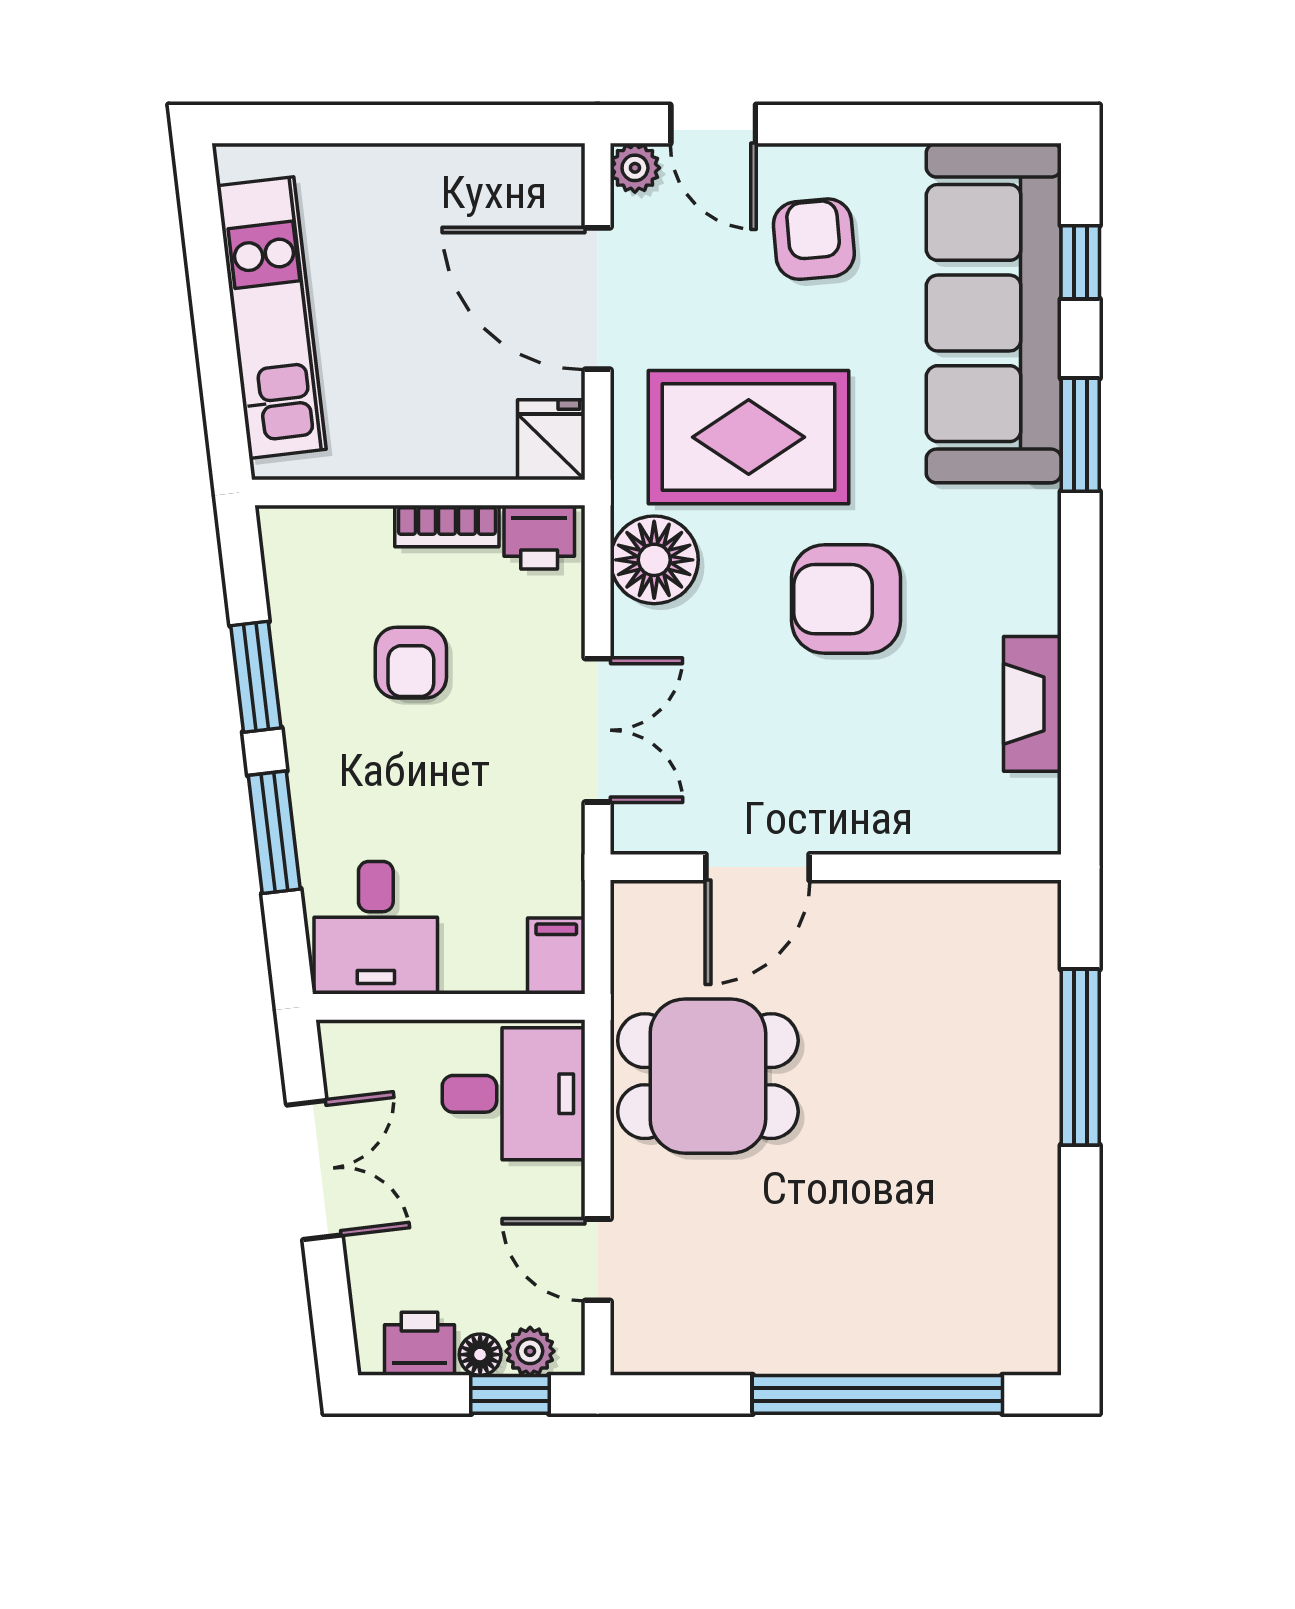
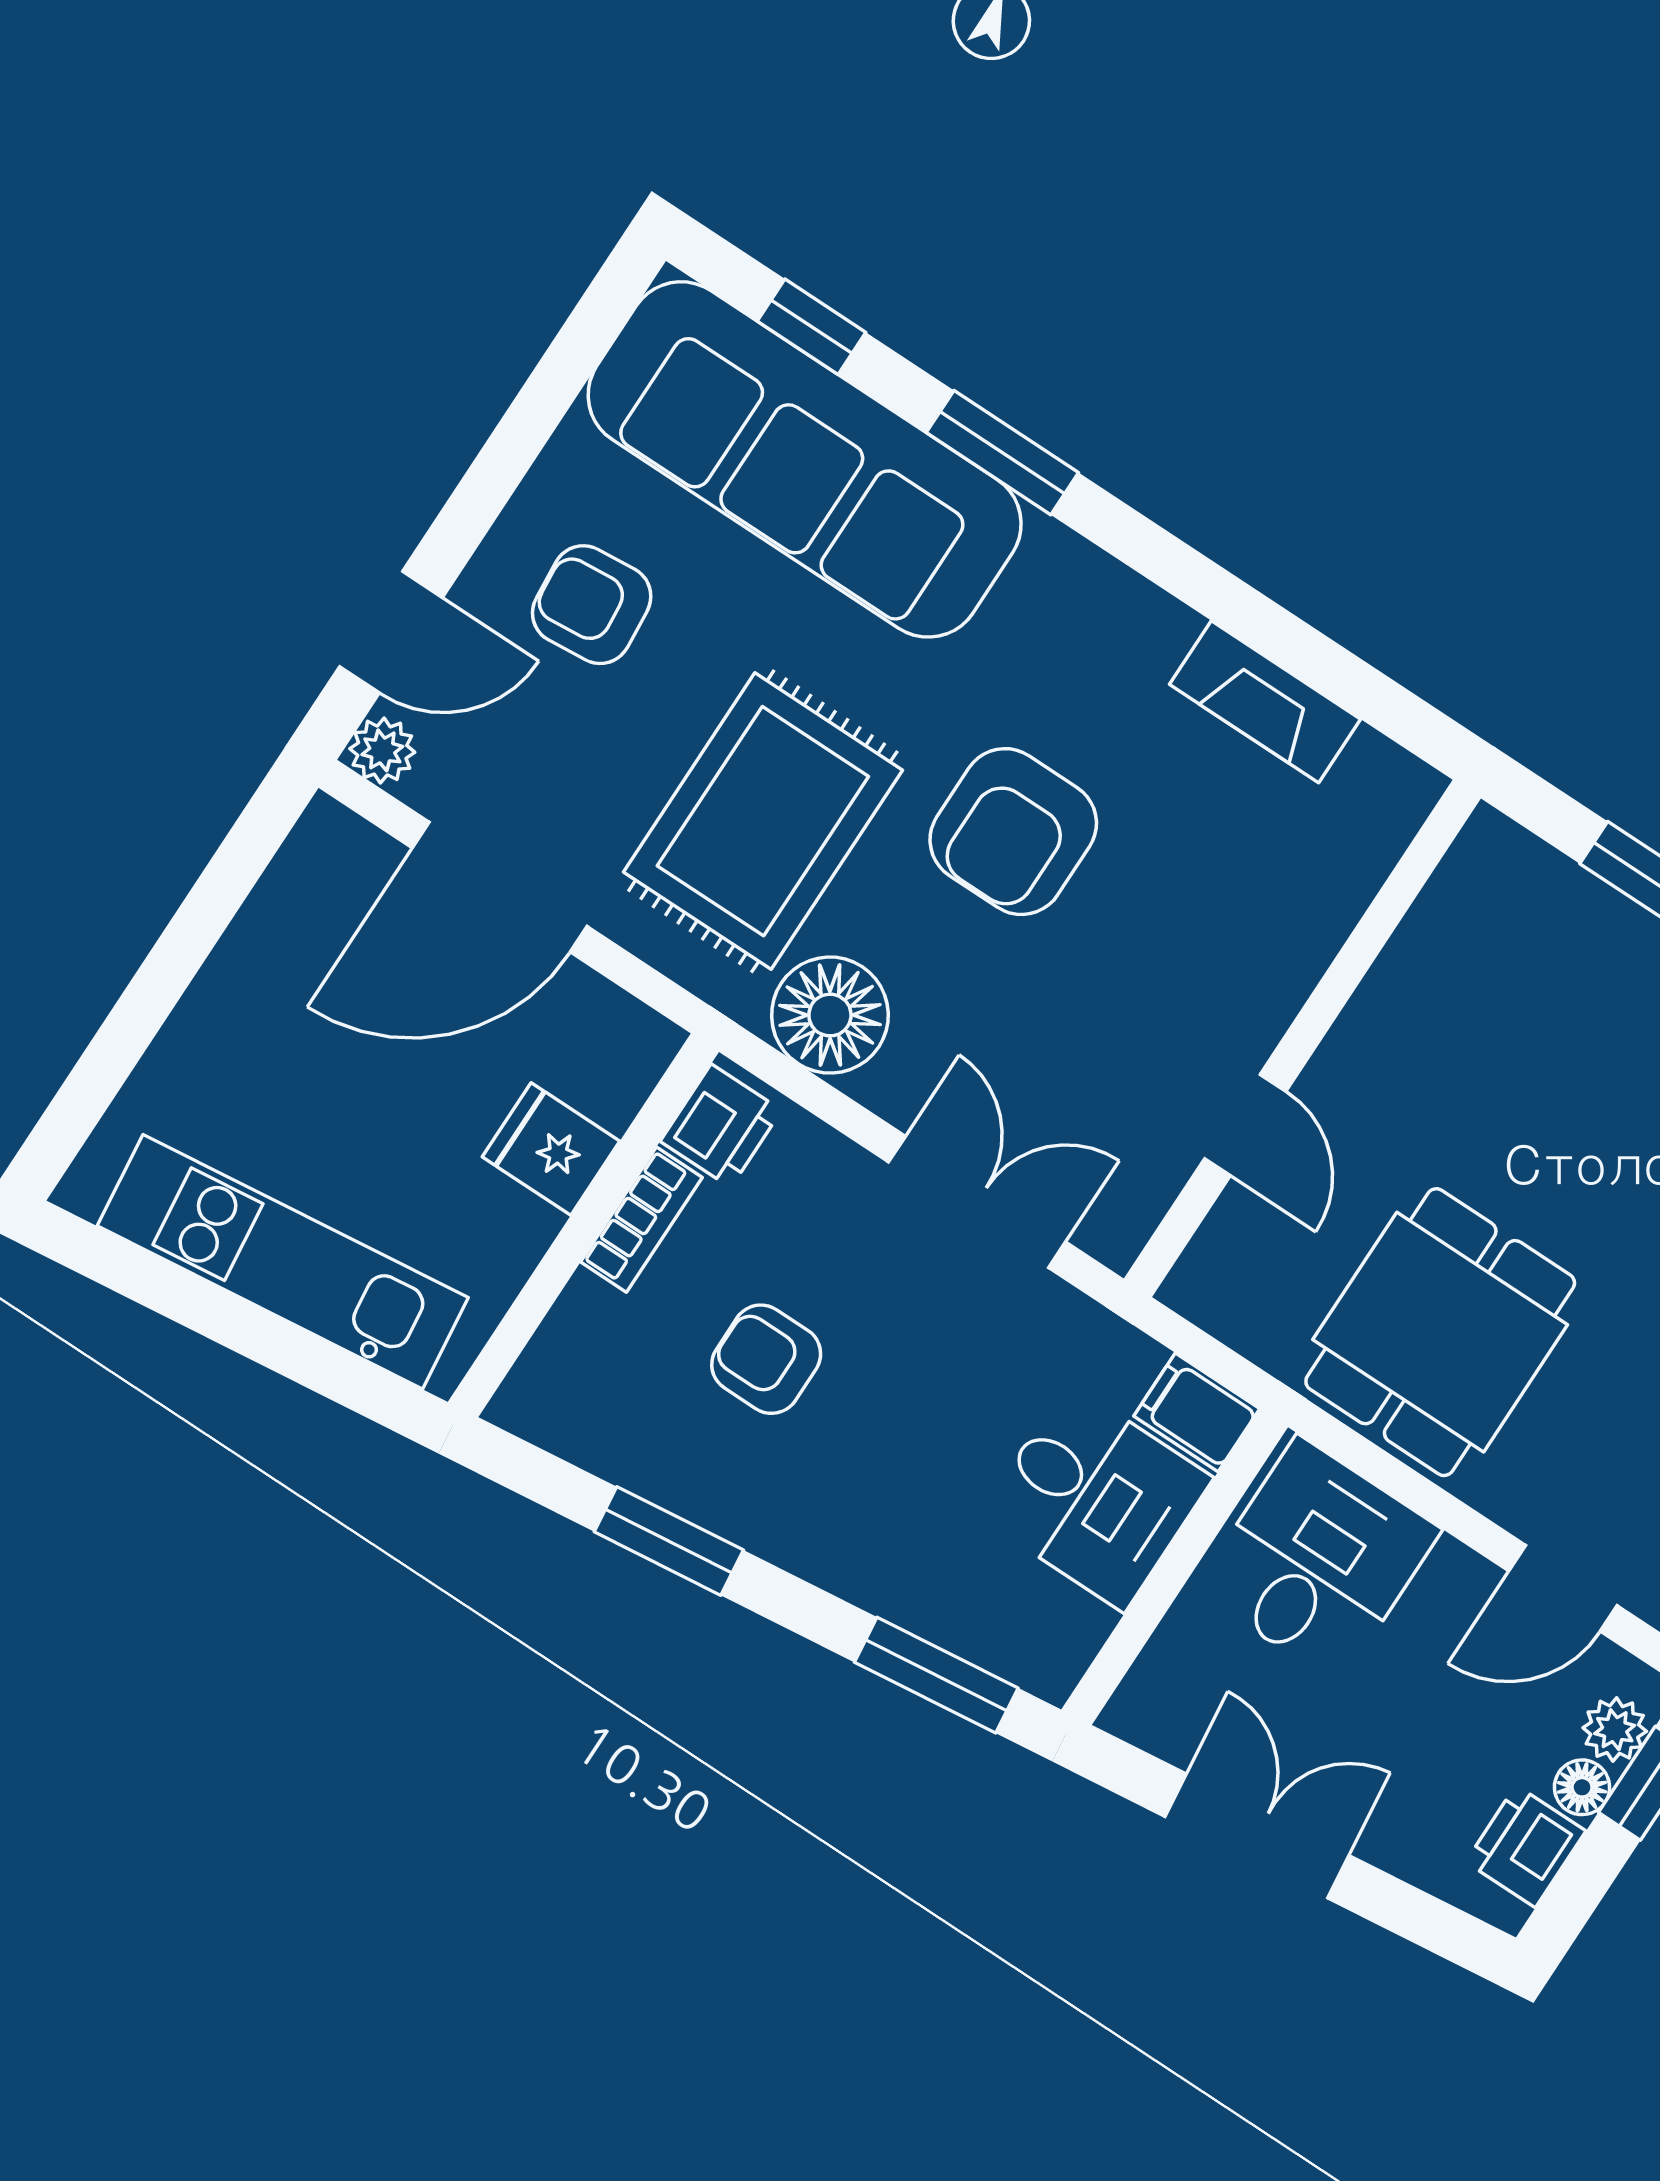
fridge: (551, 440) -> (551, 1149), moved
armchair: (411, 663) -> (766, 1359), turned 180
window: (274, 832) -> (936, 1675), moved
door: (757, 867) -> (1245, 1125), width x0.73
desk: (376, 928) -> (1096, 1497), moved

